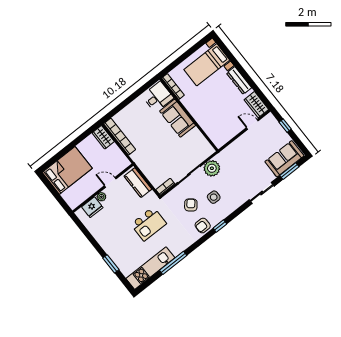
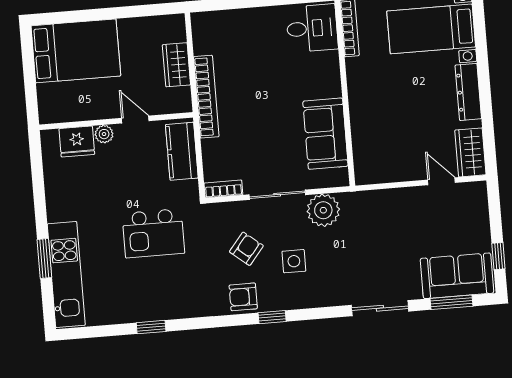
sofa: (178, 118) -> (325, 134), moved
window: (285, 126) -> (498, 256), moved
wardrobe: (103, 137) -> (176, 65), moved
bookcase: (120, 137) -> (206, 97), moved
window: (173, 263) -> (151, 327), width x0.46
kitchen unit: (150, 268) -> (66, 275), moved, turned 90

